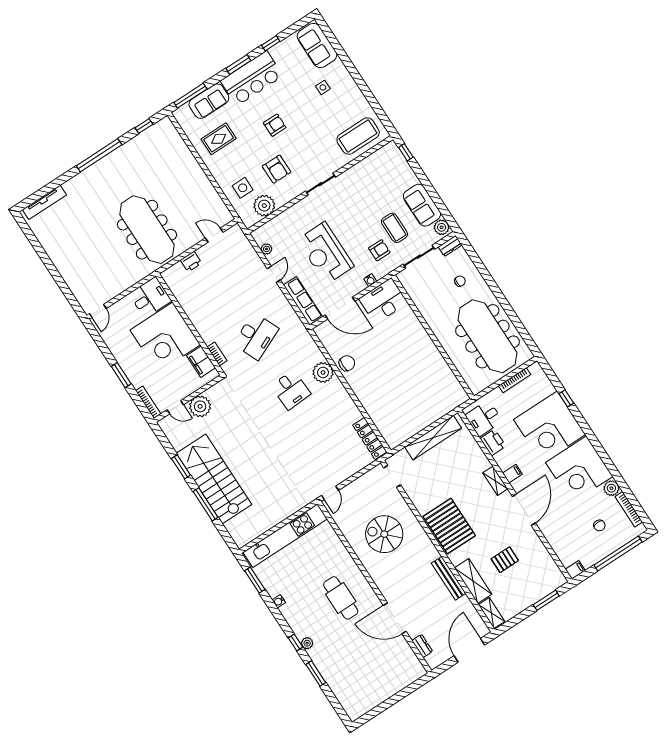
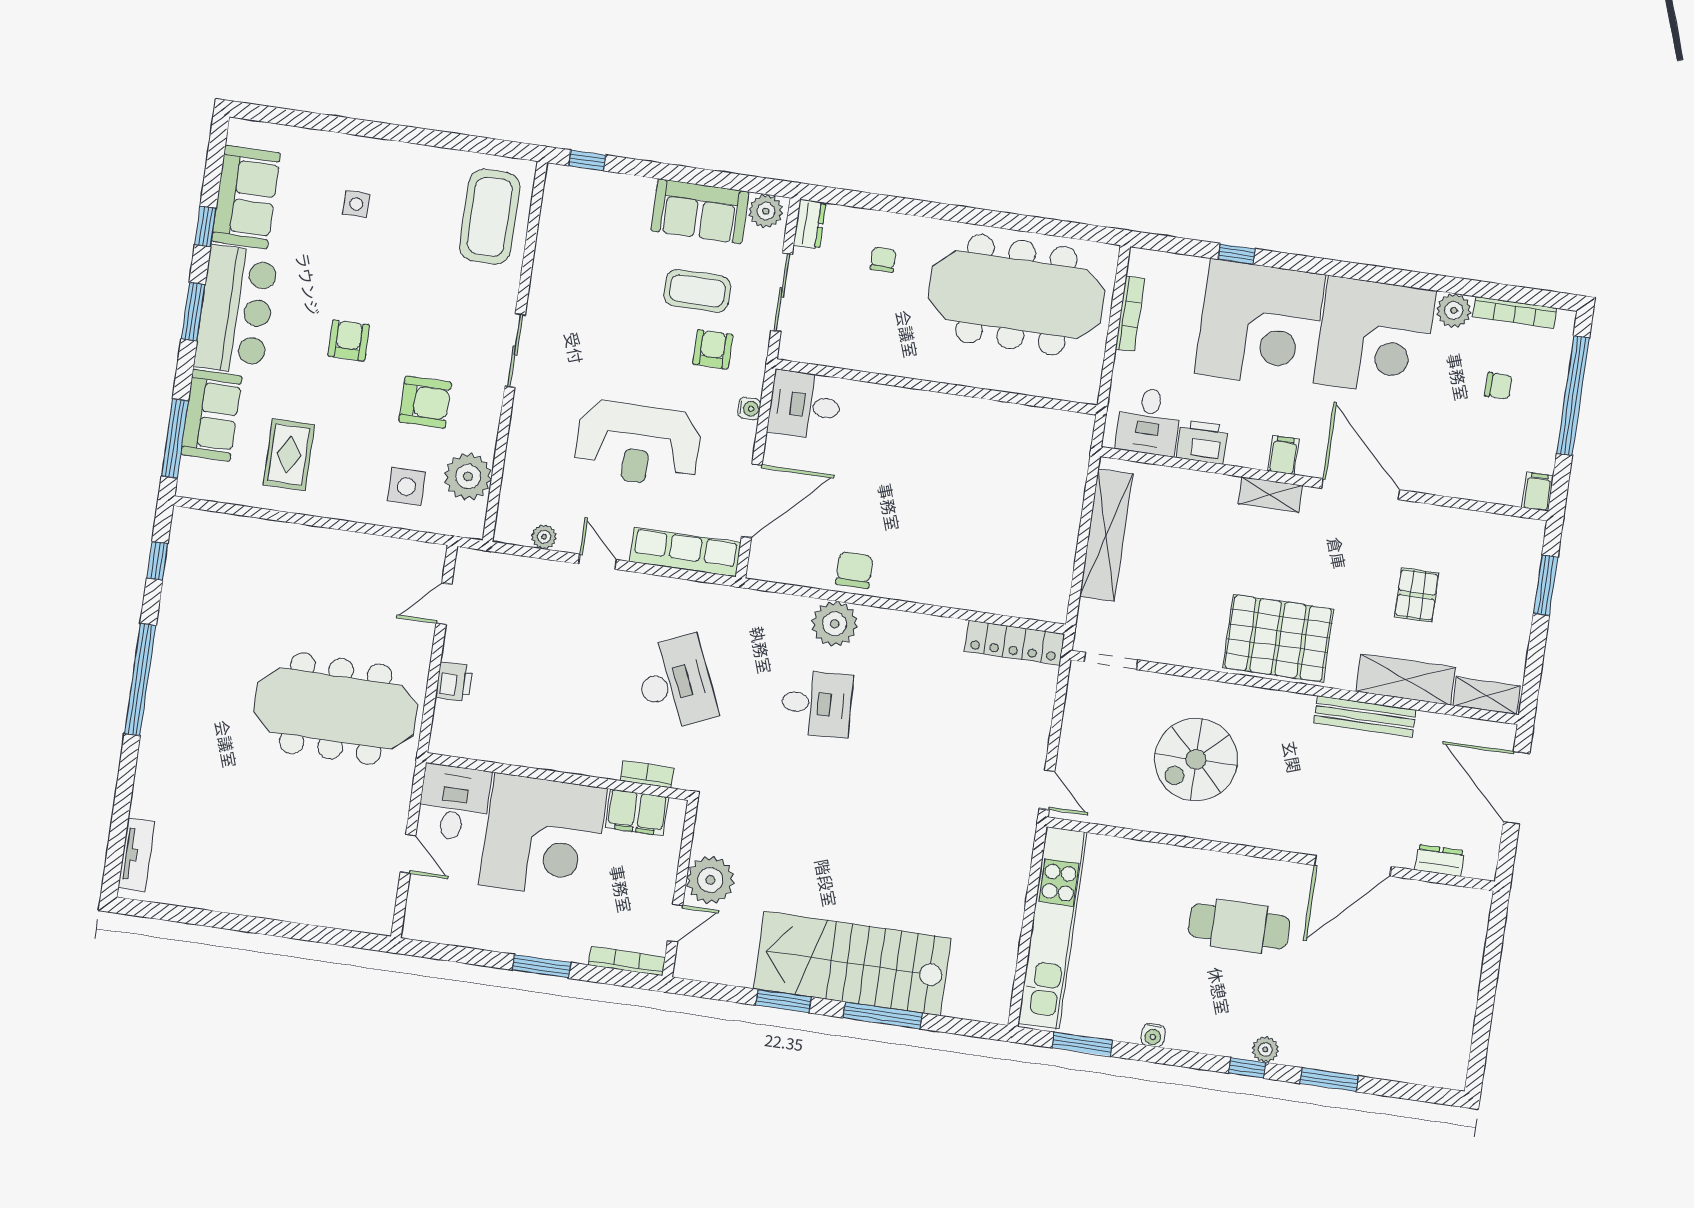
sofa: (317, 45) -> (246, 197), moved, turned -90
tv unit: (44, 202) -> (136, 855), width x0.71
desk: (383, 301) -> (805, 405), width x0.73
door: (98, 311) -> (408, 854), moved

